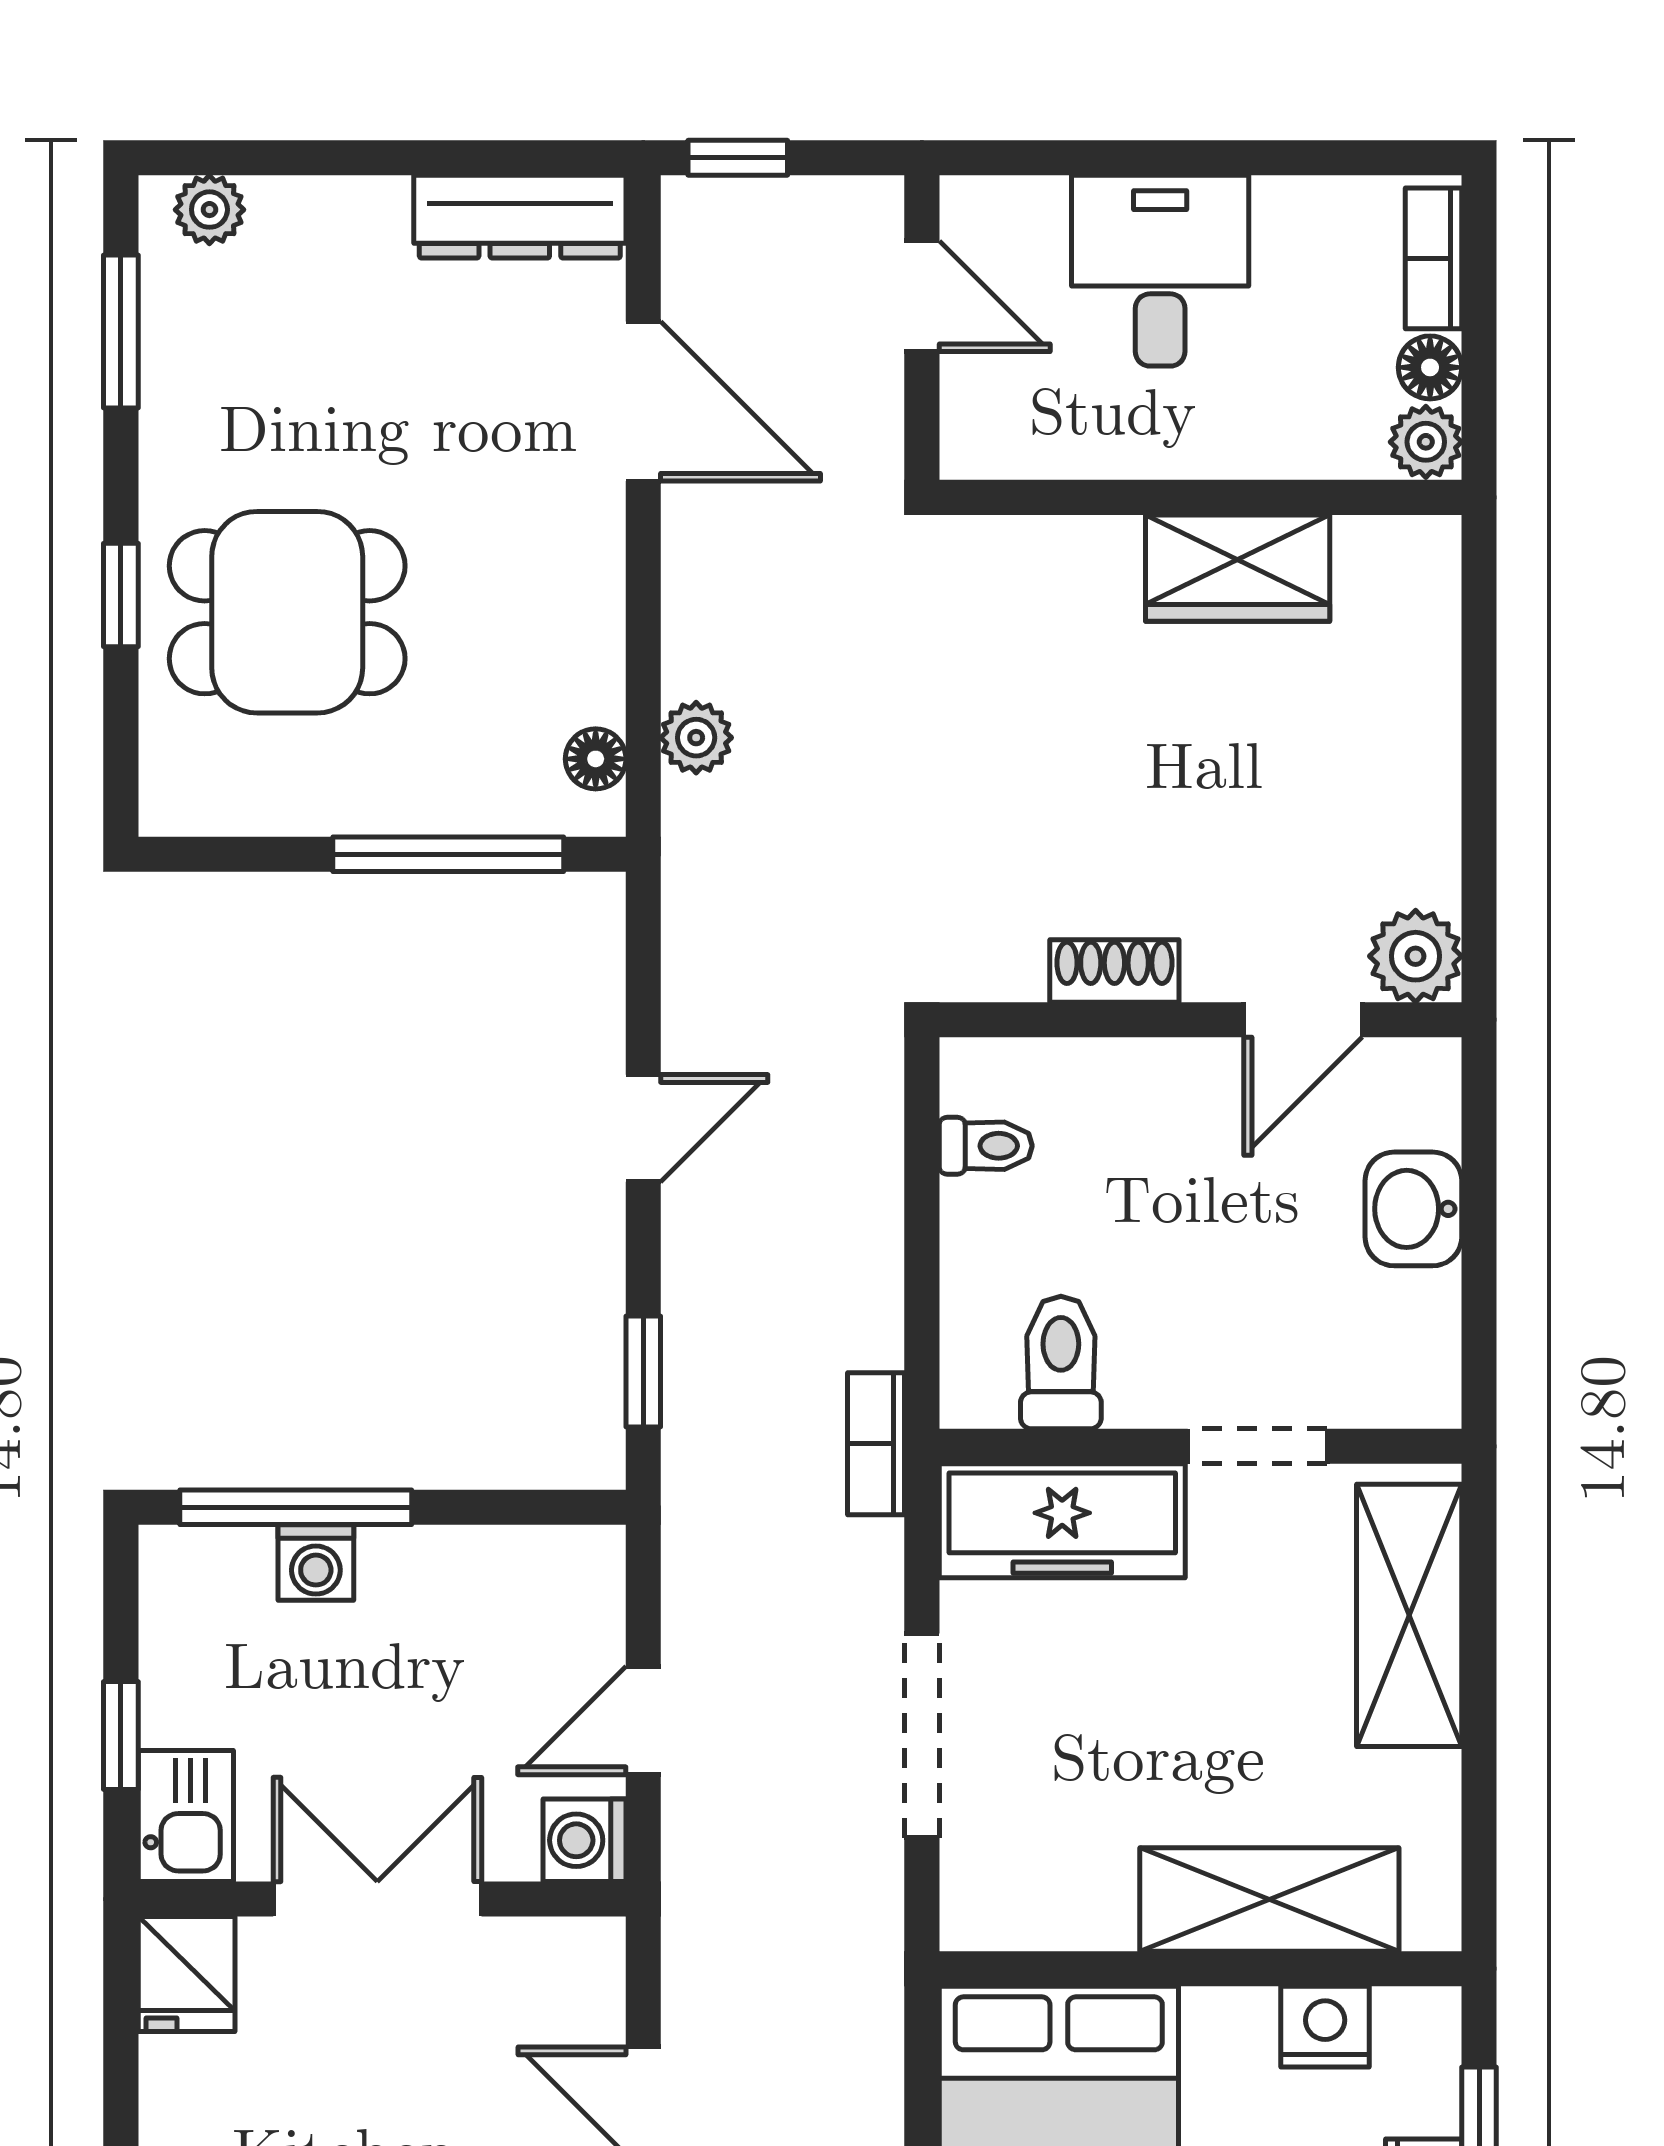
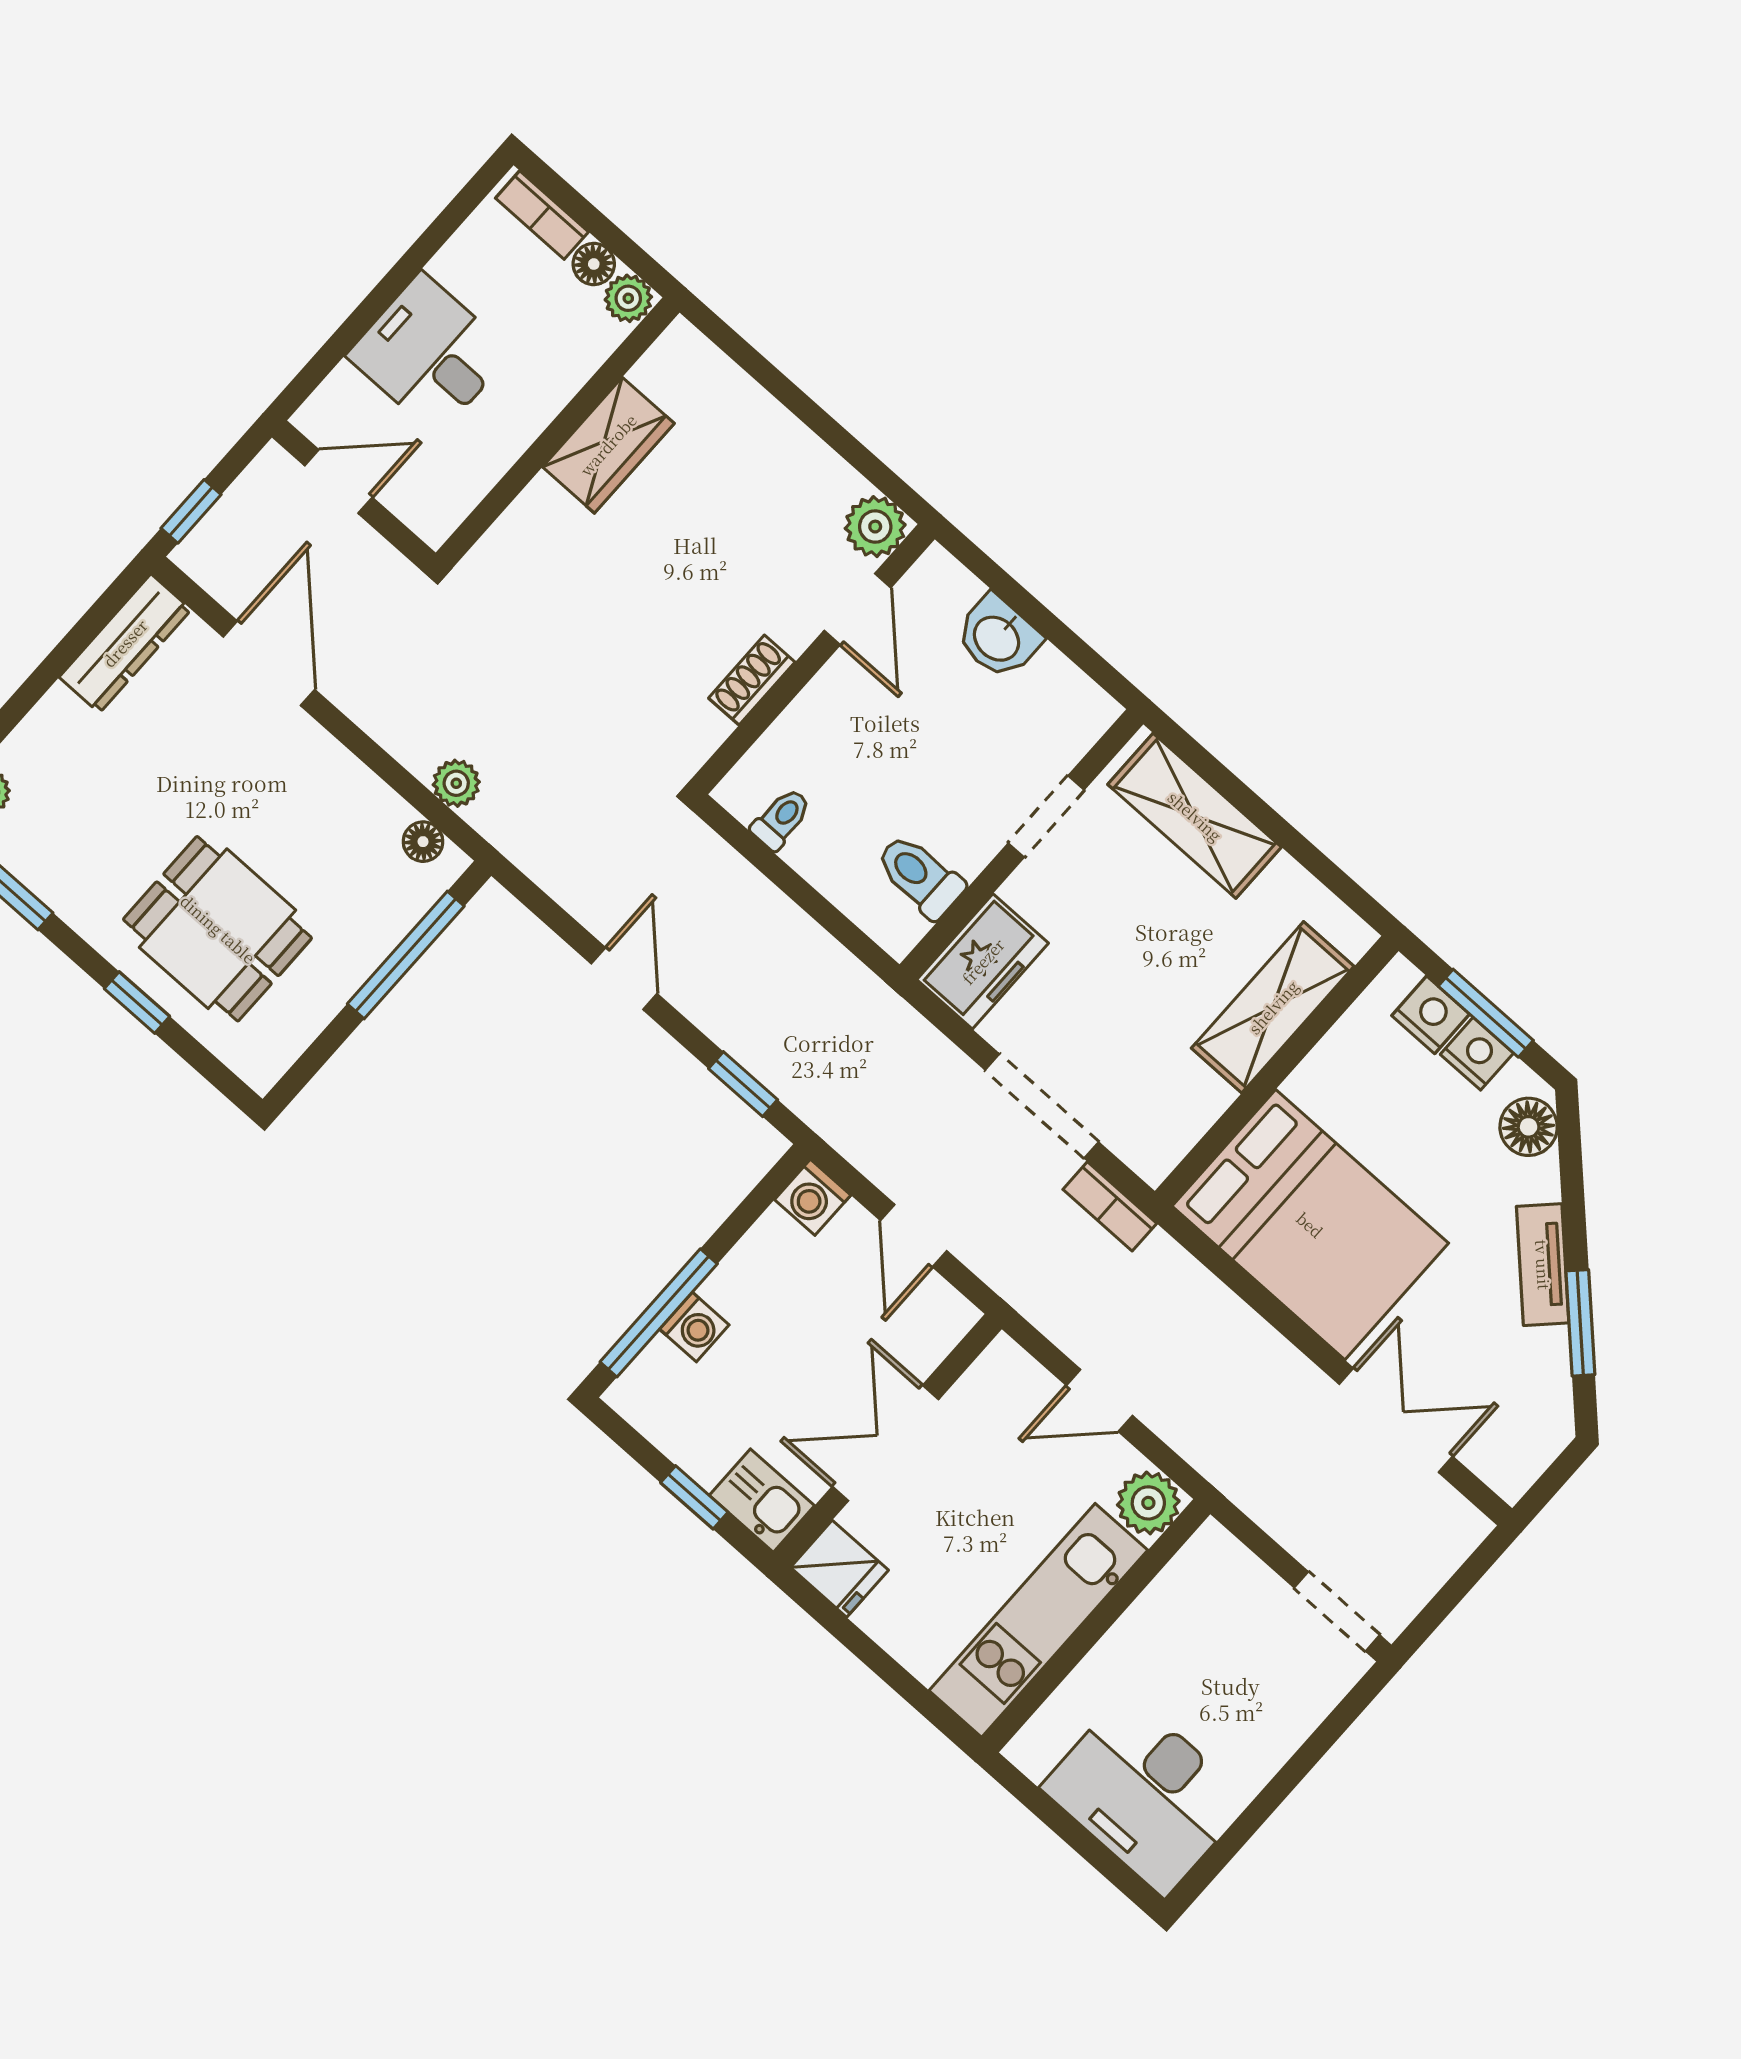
door: (643, 401) -> (269, 663), hinge flipped
dining table: (287, 612) -> (218, 929), turned 90
bookcase: (876, 1444) -> (1110, 1206), moved
freezer: (1062, 1521) -> (983, 961), width x0.71
washing machine: (584, 1840) -> (813, 1197), moved
nightstand: (1325, 2027) -> (1431, 1015), moved, turned 90

